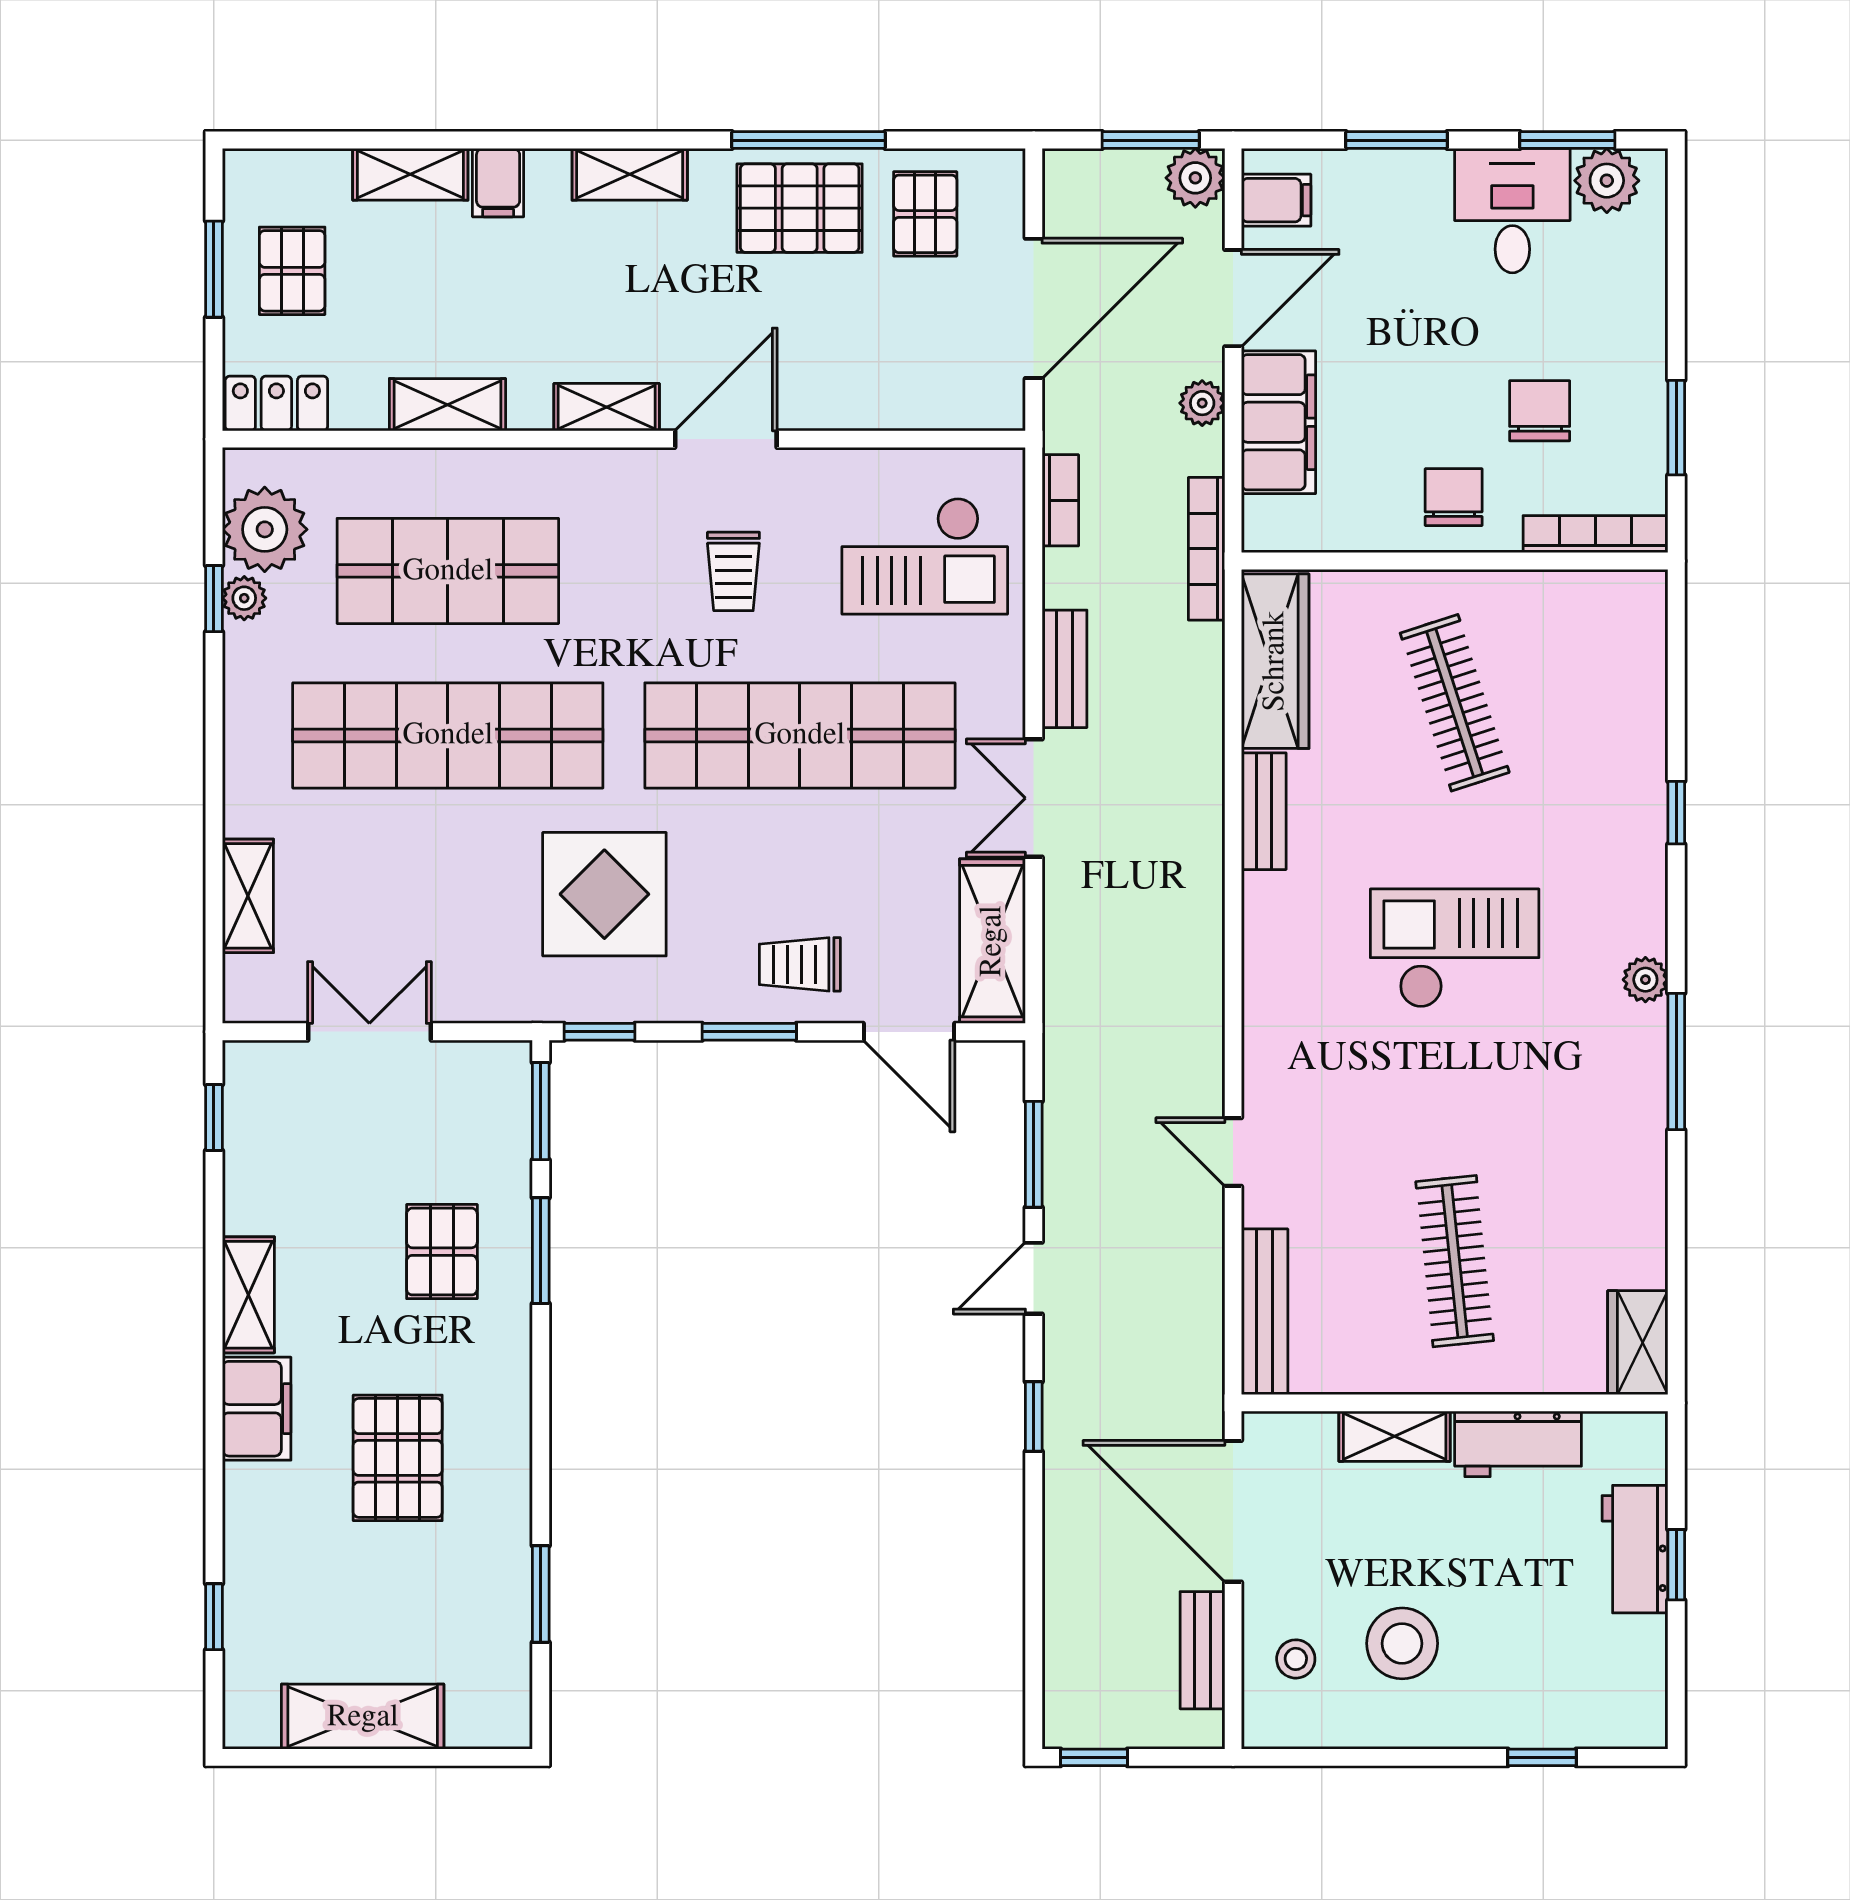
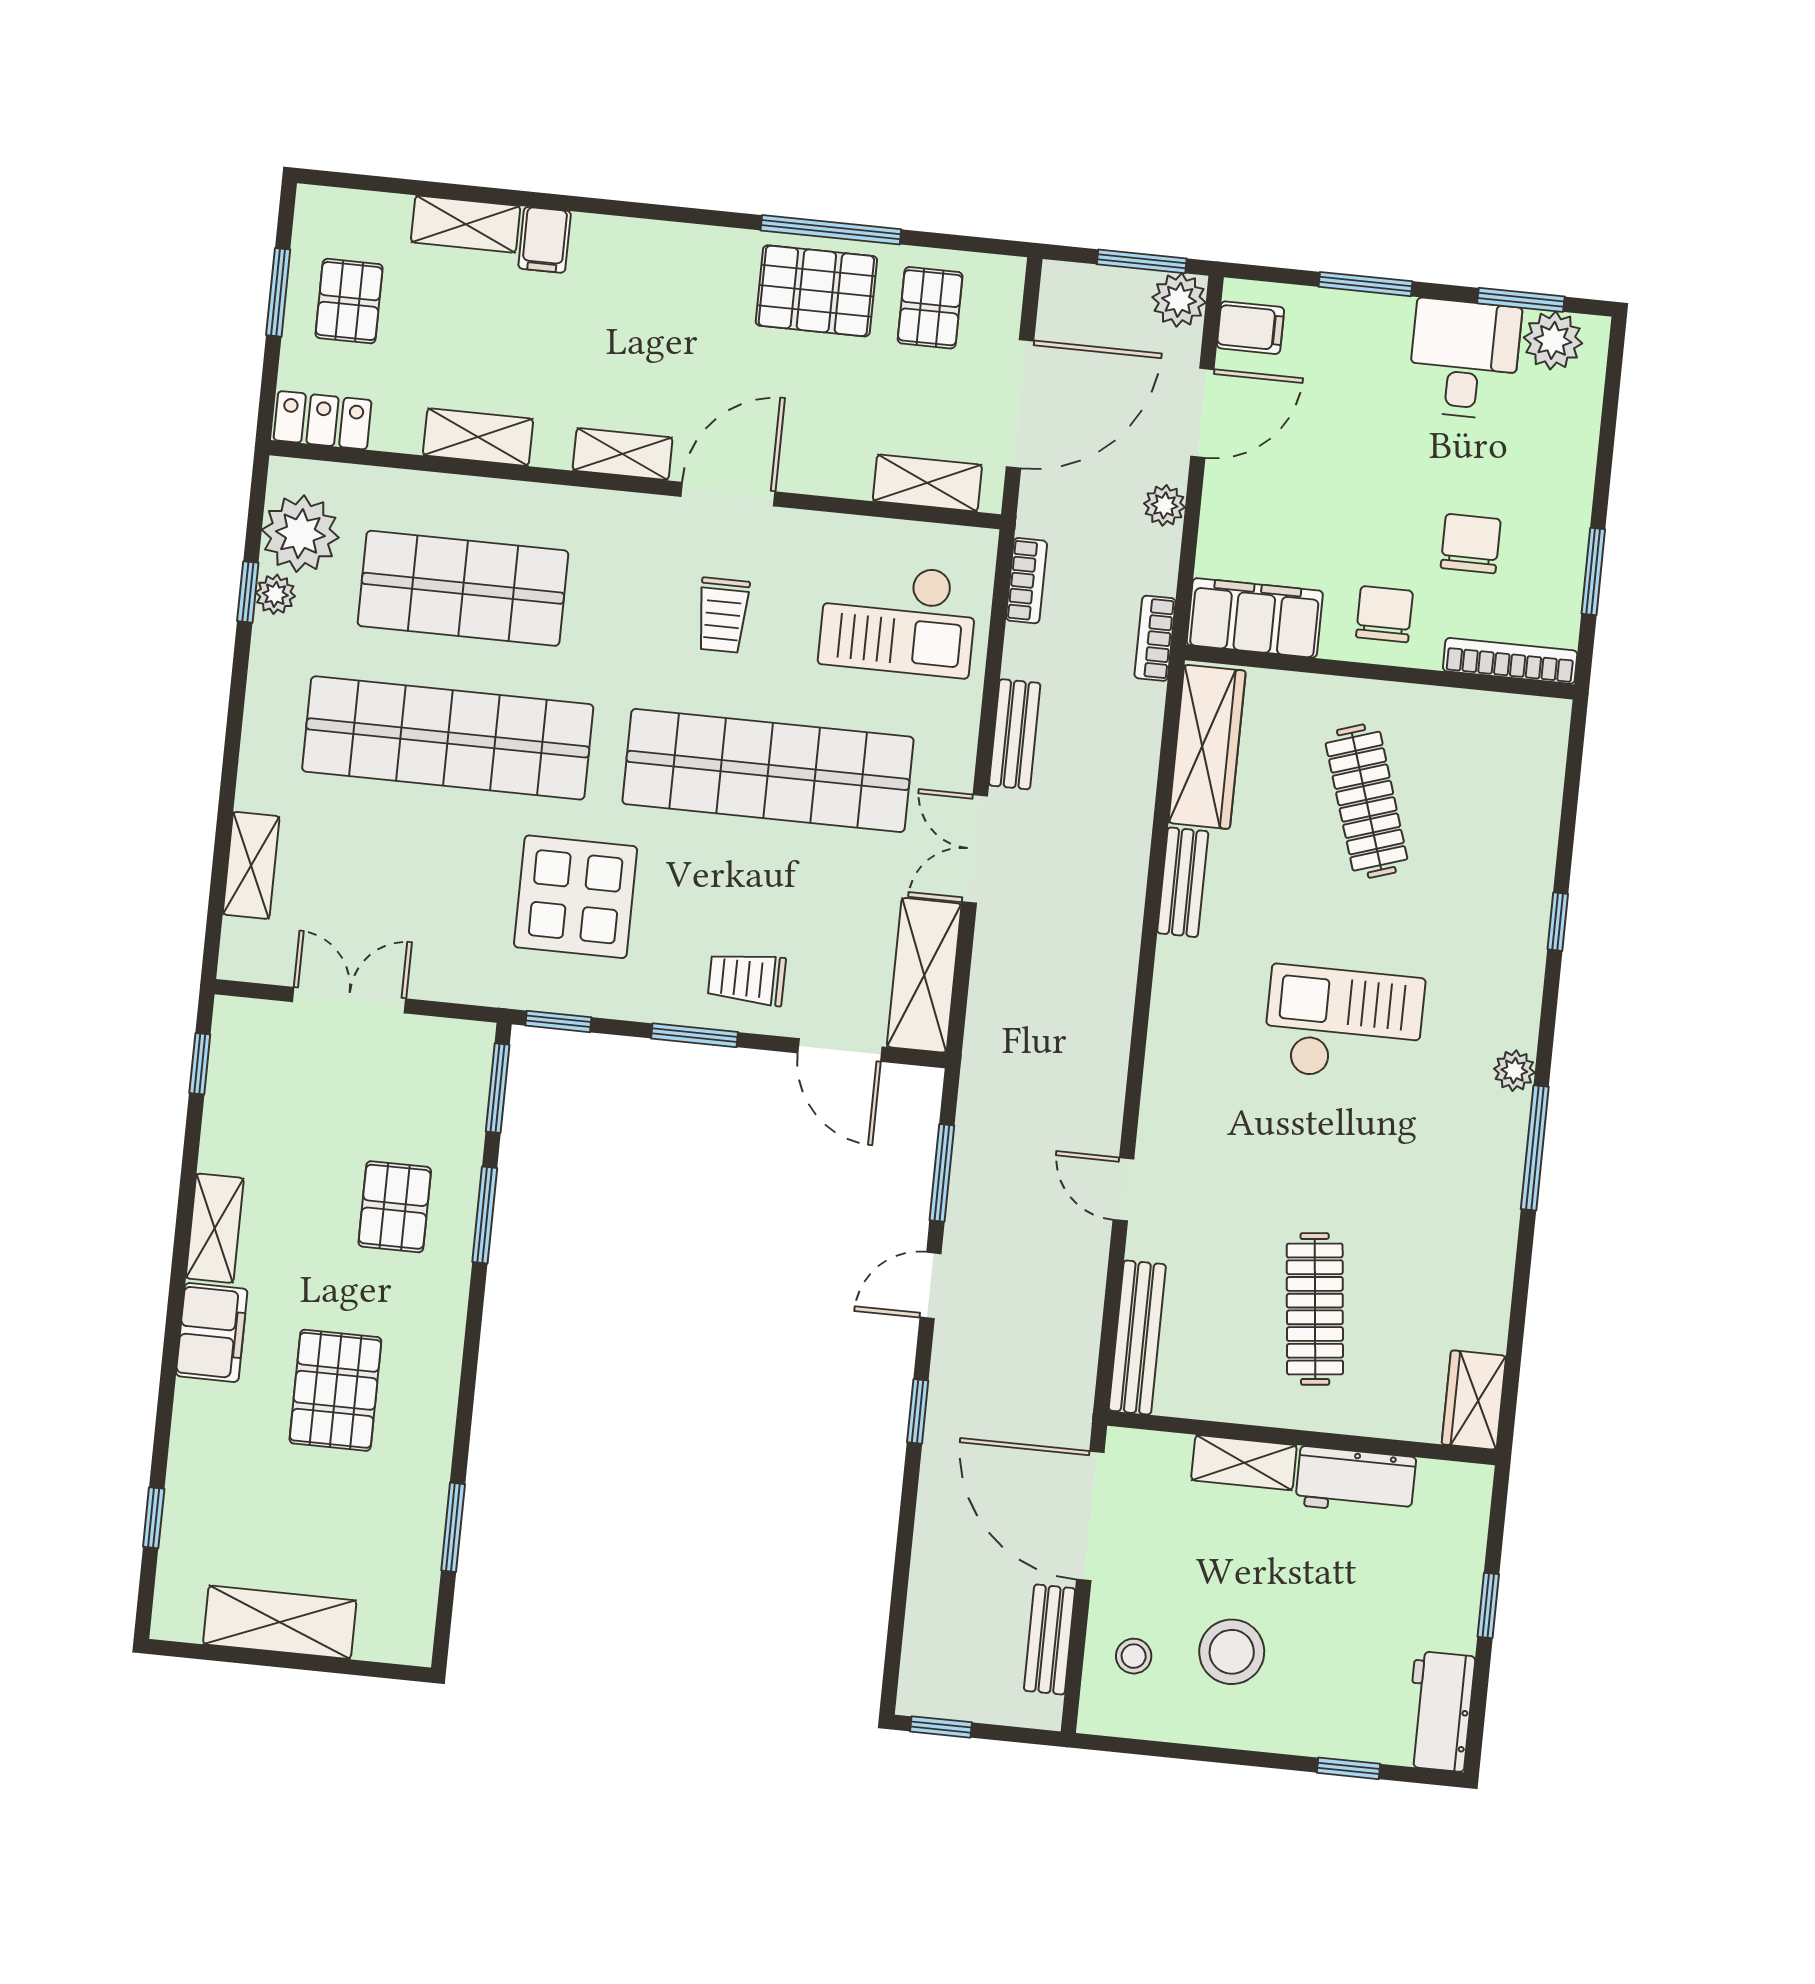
shelving: (630, 174) -> (927, 483), moved
filing cabinet: (1278, 422) -> (1255, 618), moved, turned -90
bookcase: (1207, 549) -> (1155, 638), width x0.64
workbench: (1635, 1549) -> (1440, 1711), moved

